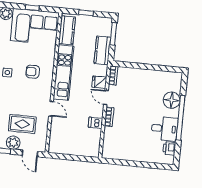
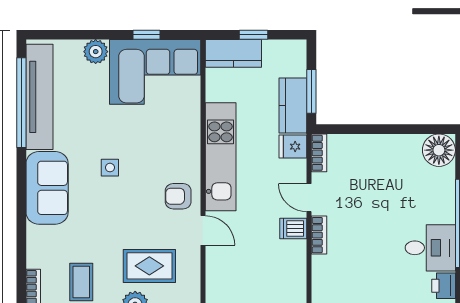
kitchen counter: (67, 30) -> (233, 53), moved, turned 90
window: (113, 34) -> (311, 91), moved
armchair: (33, 72) -> (178, 196), moved
fridge: (99, 82) -> (293, 147), moved
floor lamp: (172, 100) -> (439, 150), moved
dishwasher: (95, 123) -> (293, 229), moved

